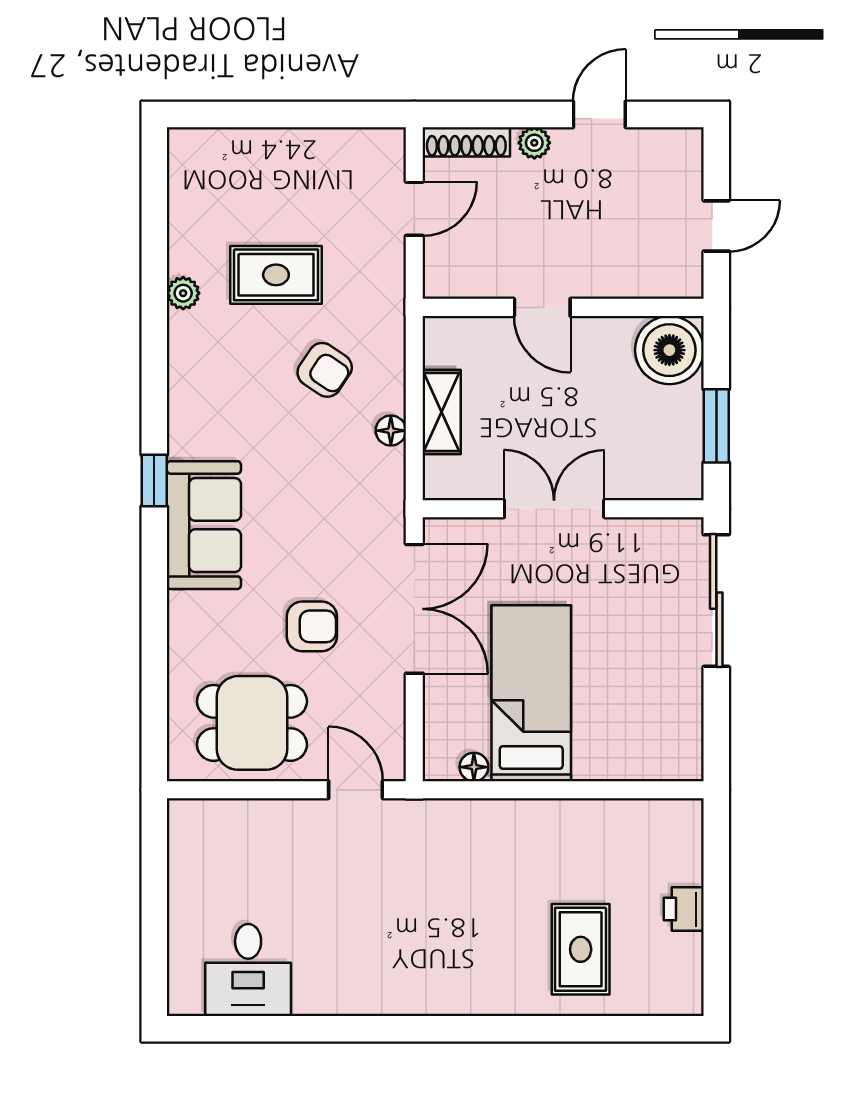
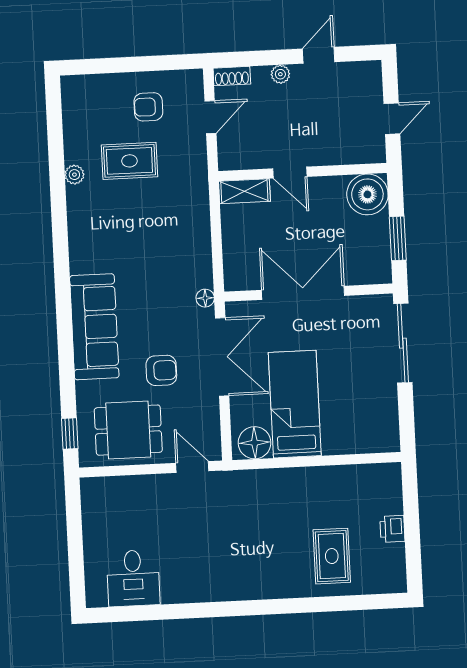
shoe rack: (466, 142) -> (232, 76), width x0.70
armchair: (325, 370) -> (148, 107), moved, turned 146
shelving: (442, 412) -> (244, 191), moved, turned 90
floor lamp: (391, 431) -> (205, 298), moved
window: (154, 481) -> (70, 433), moved
double door: (554, 509) -> (303, 293), width x1.37
sofa: (204, 525) -> (94, 327), width x1.36
floor lamp: (474, 767) -> (255, 443), width x1.89, depth x1.89

